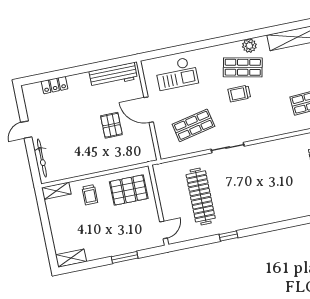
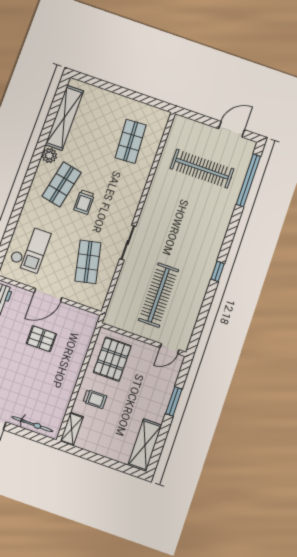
plant: (249, 46) -> (49, 155), moved
clothes rail: (201, 196) -> (159, 295), turned 90
door: (163, 230) -> (169, 349), swing flipped
window: (229, 236) -> (218, 271), moved
shelving: (71, 258) -> (145, 445), width x1.50, depth x1.33

